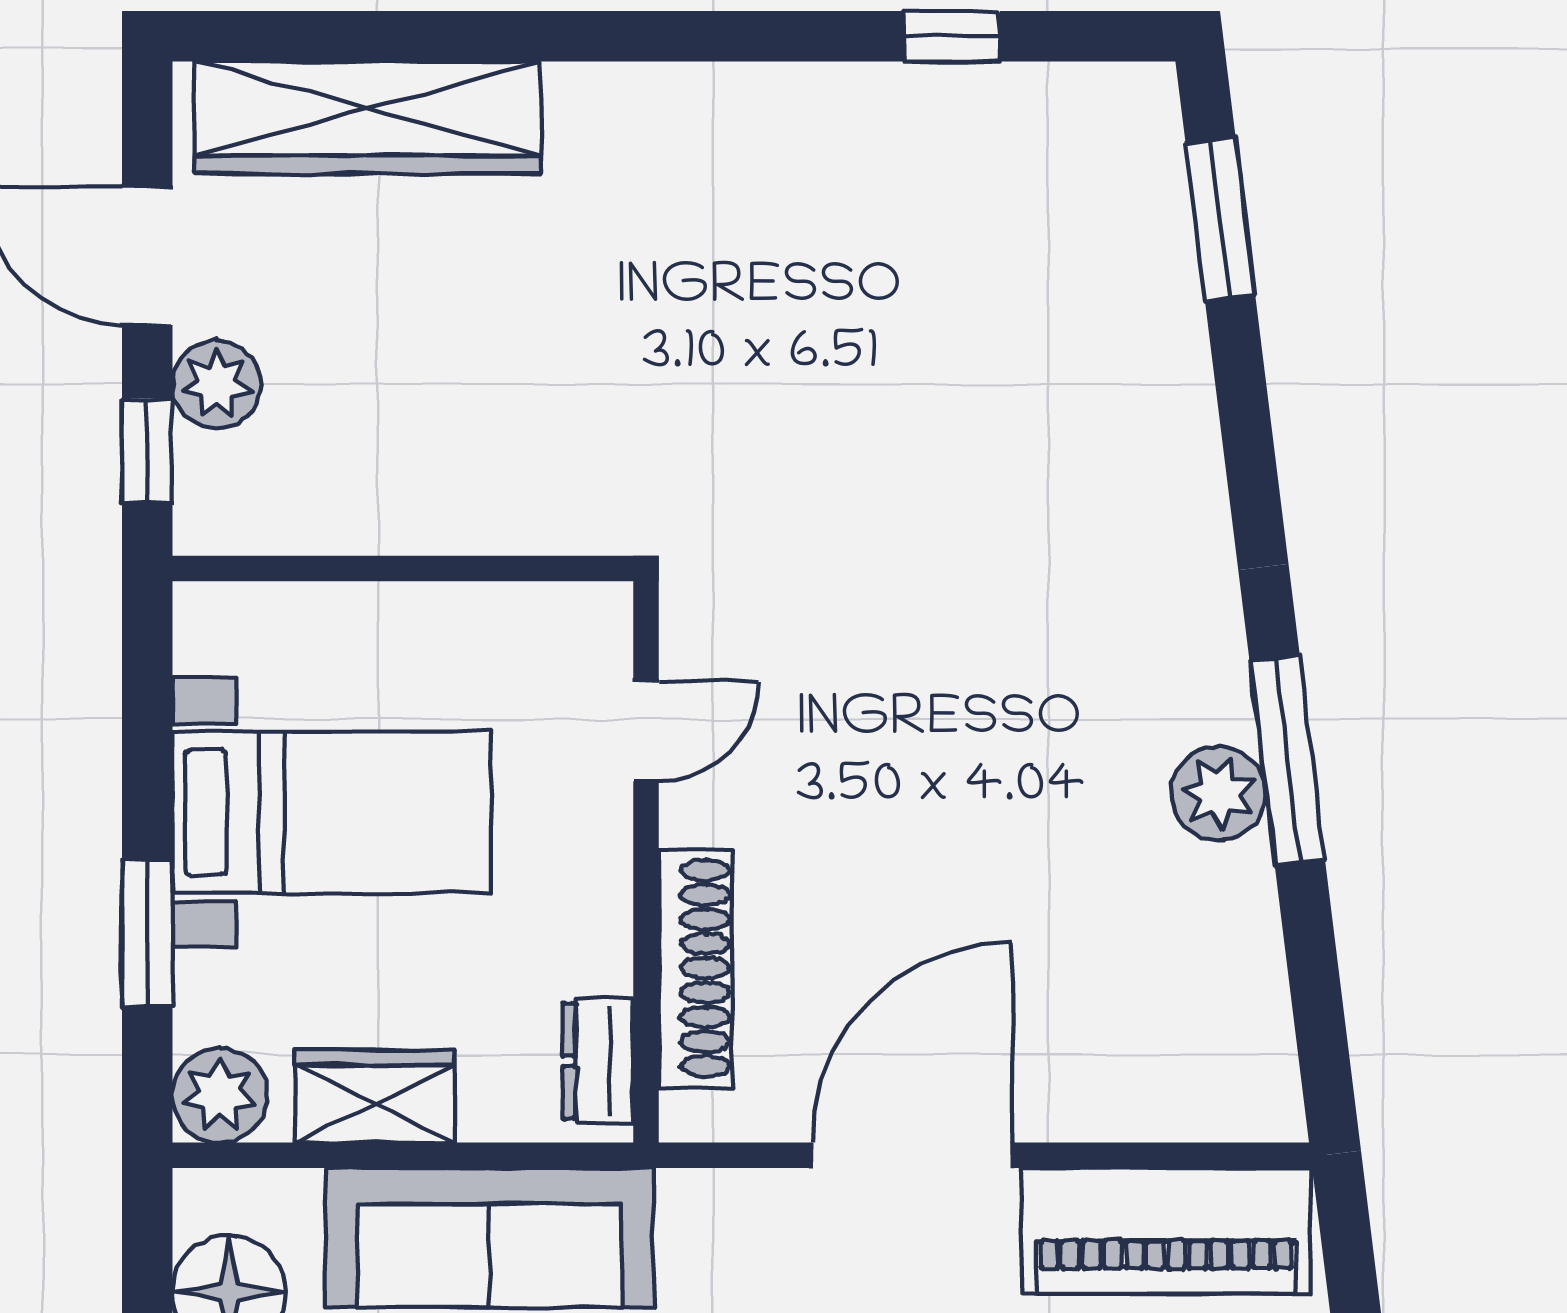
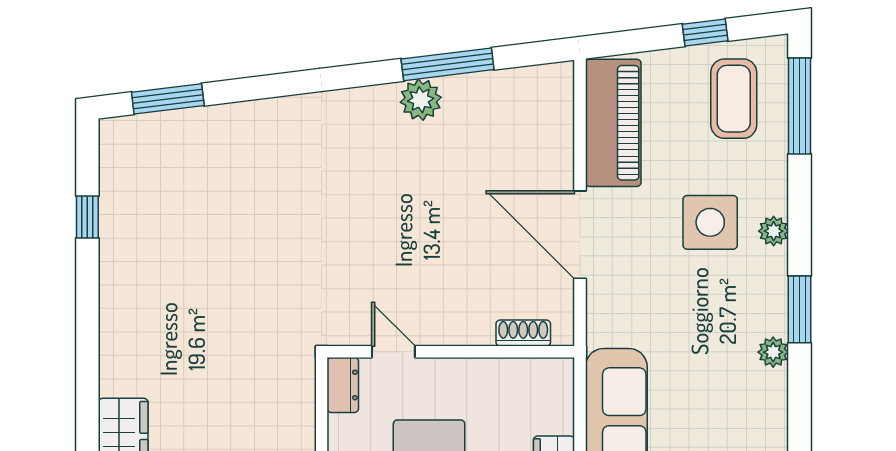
window: (1287, 760) -> (448, 64), moved
shoe rack: (695, 968) -> (523, 333), width x0.51, depth x0.81
dresser: (598, 1061) -> (343, 385), moved, turned -90

